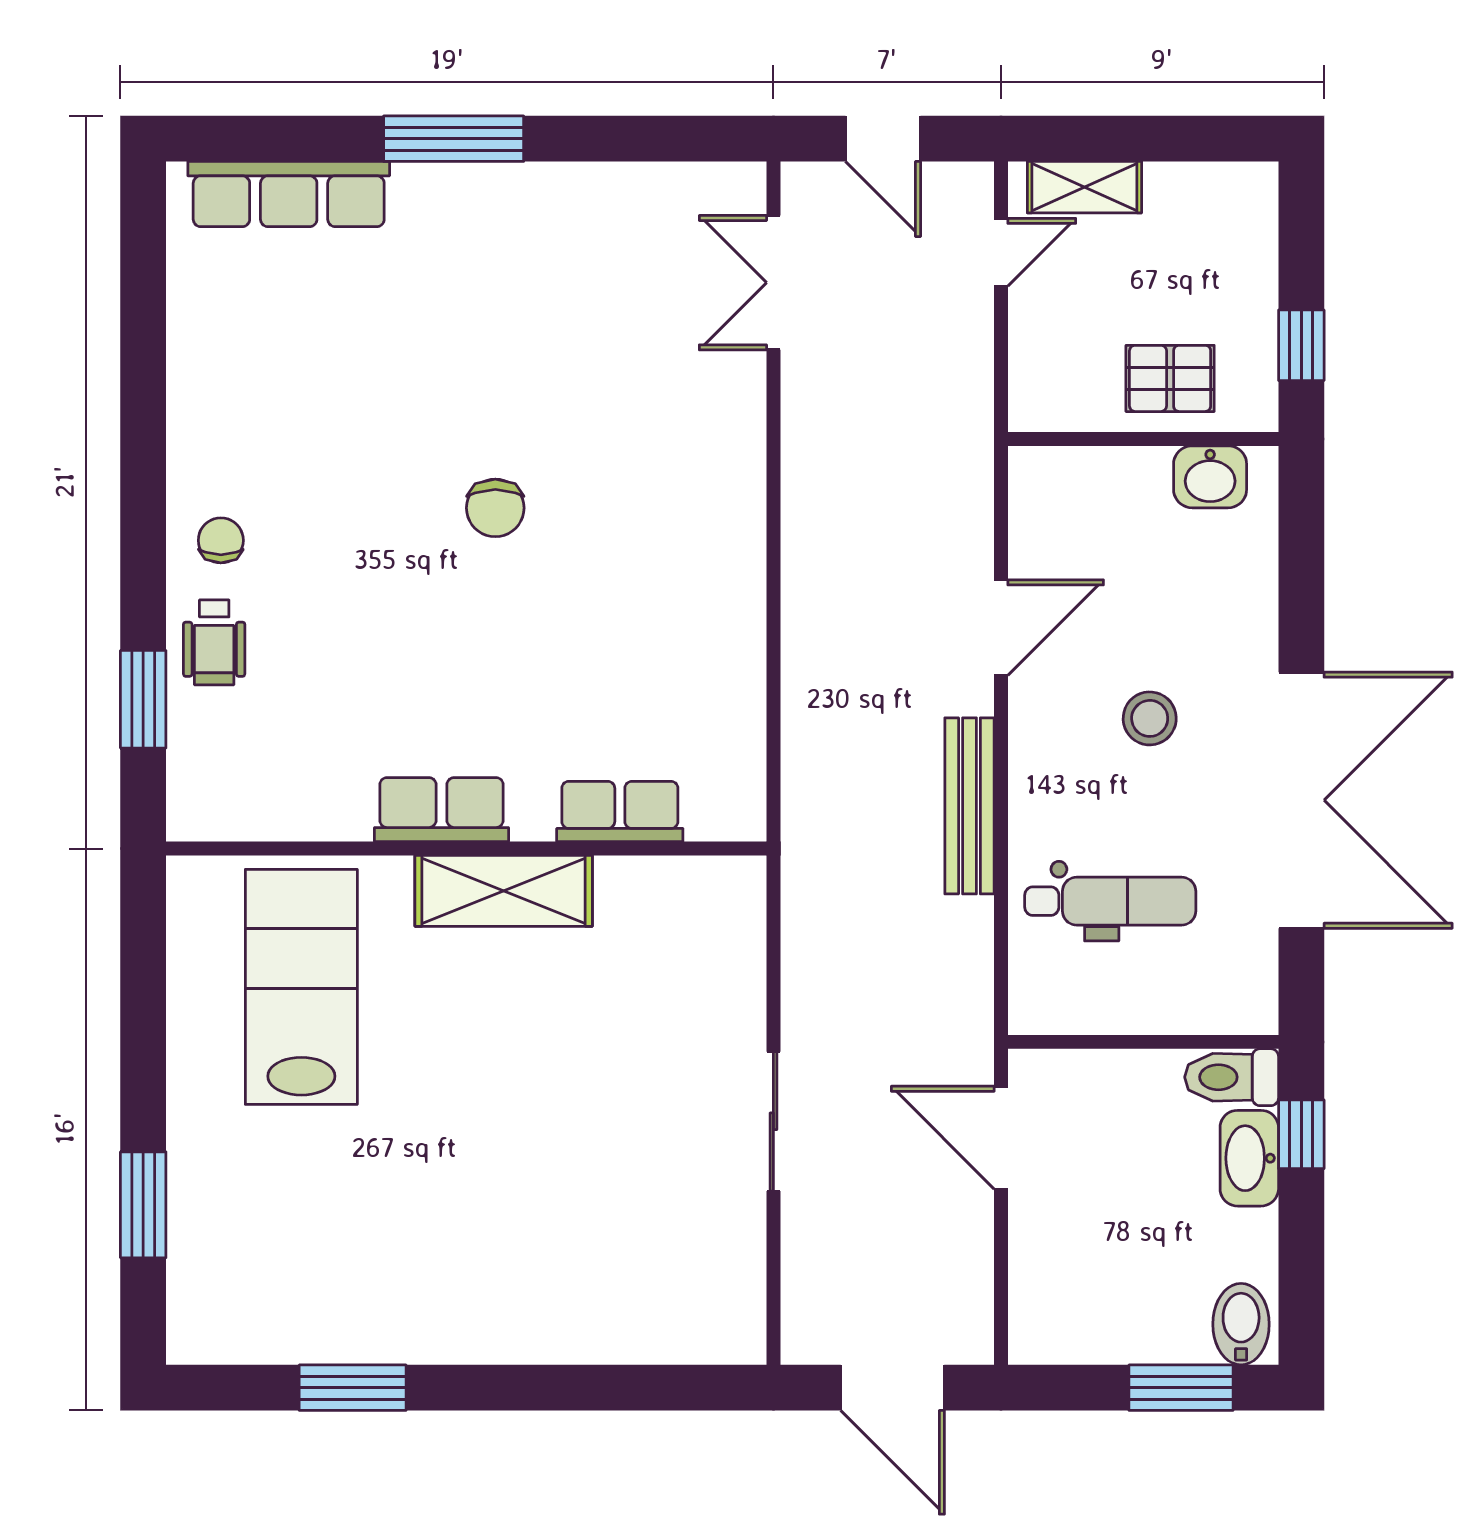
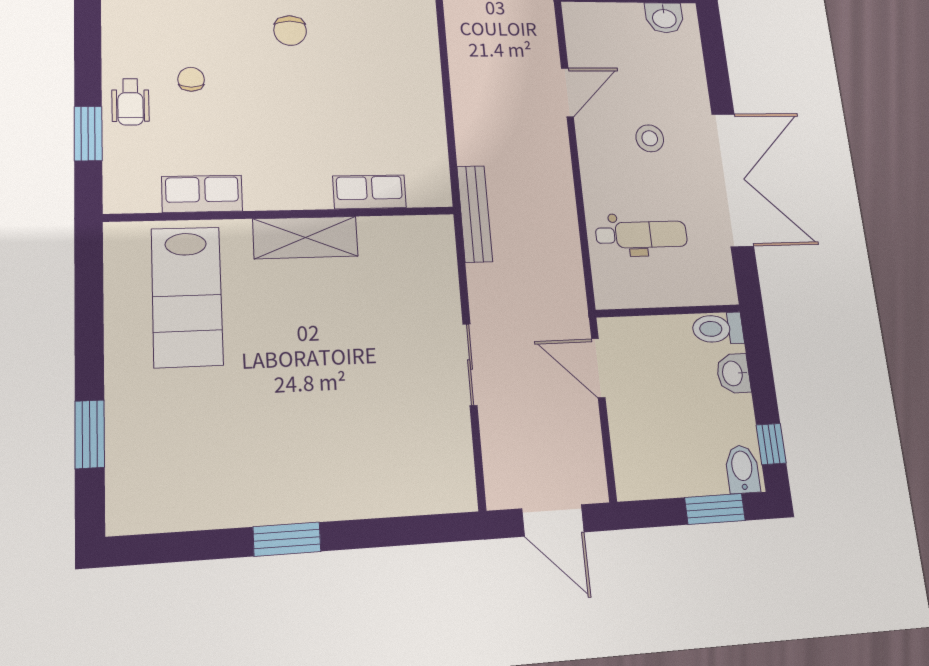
chair: (221, 540) -> (191, 79), moved
bench: (969, 806) -> (475, 214), moved
row of seats: (441, 810) -> (202, 194), moved
lab bench: (301, 987) -> (187, 297), turned 180
window: (1301, 1134) -> (771, 444), moved
washbasin: (1249, 1158) -> (733, 373), width x0.72
window: (353, 1388) -> (287, 539), moved

